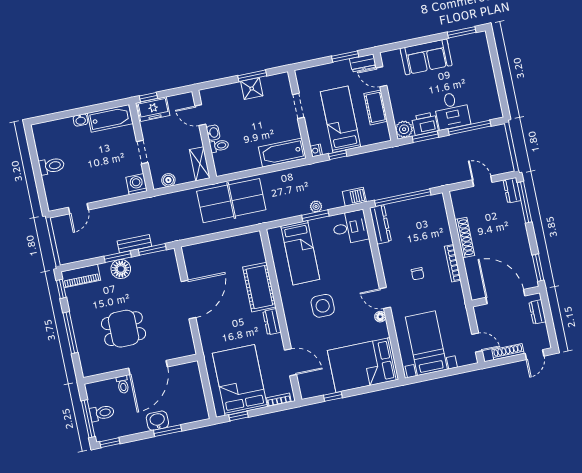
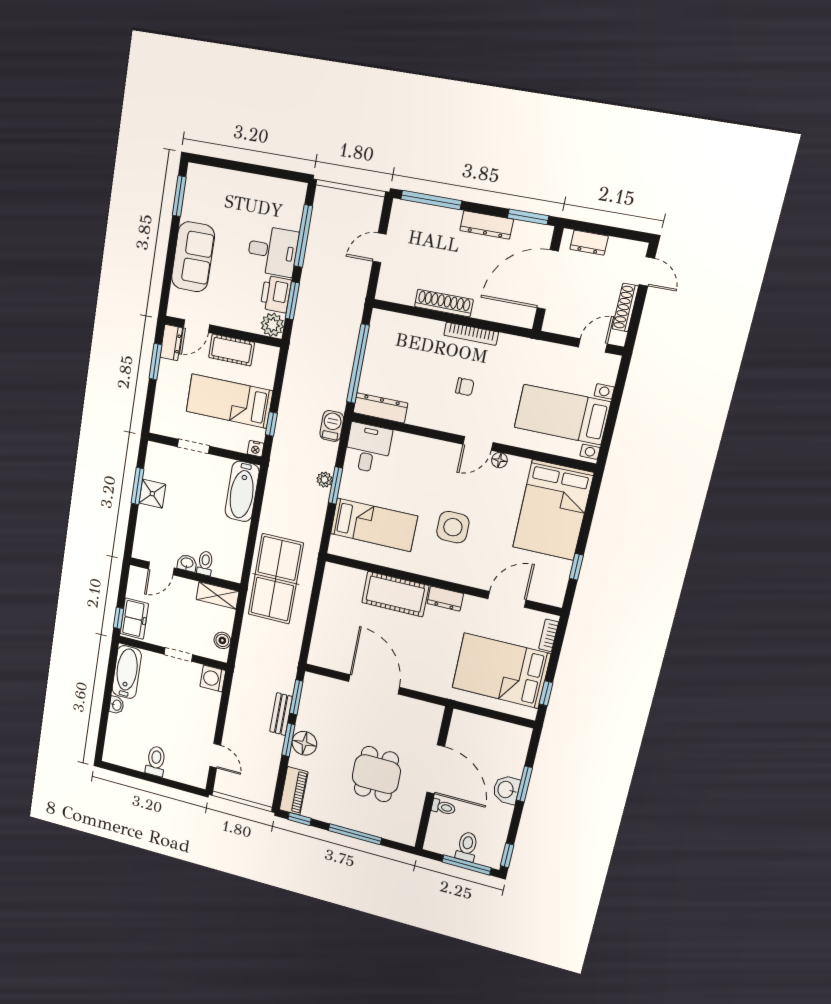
dresser: (512, 190) -> (487, 225), moved, width x1.44

